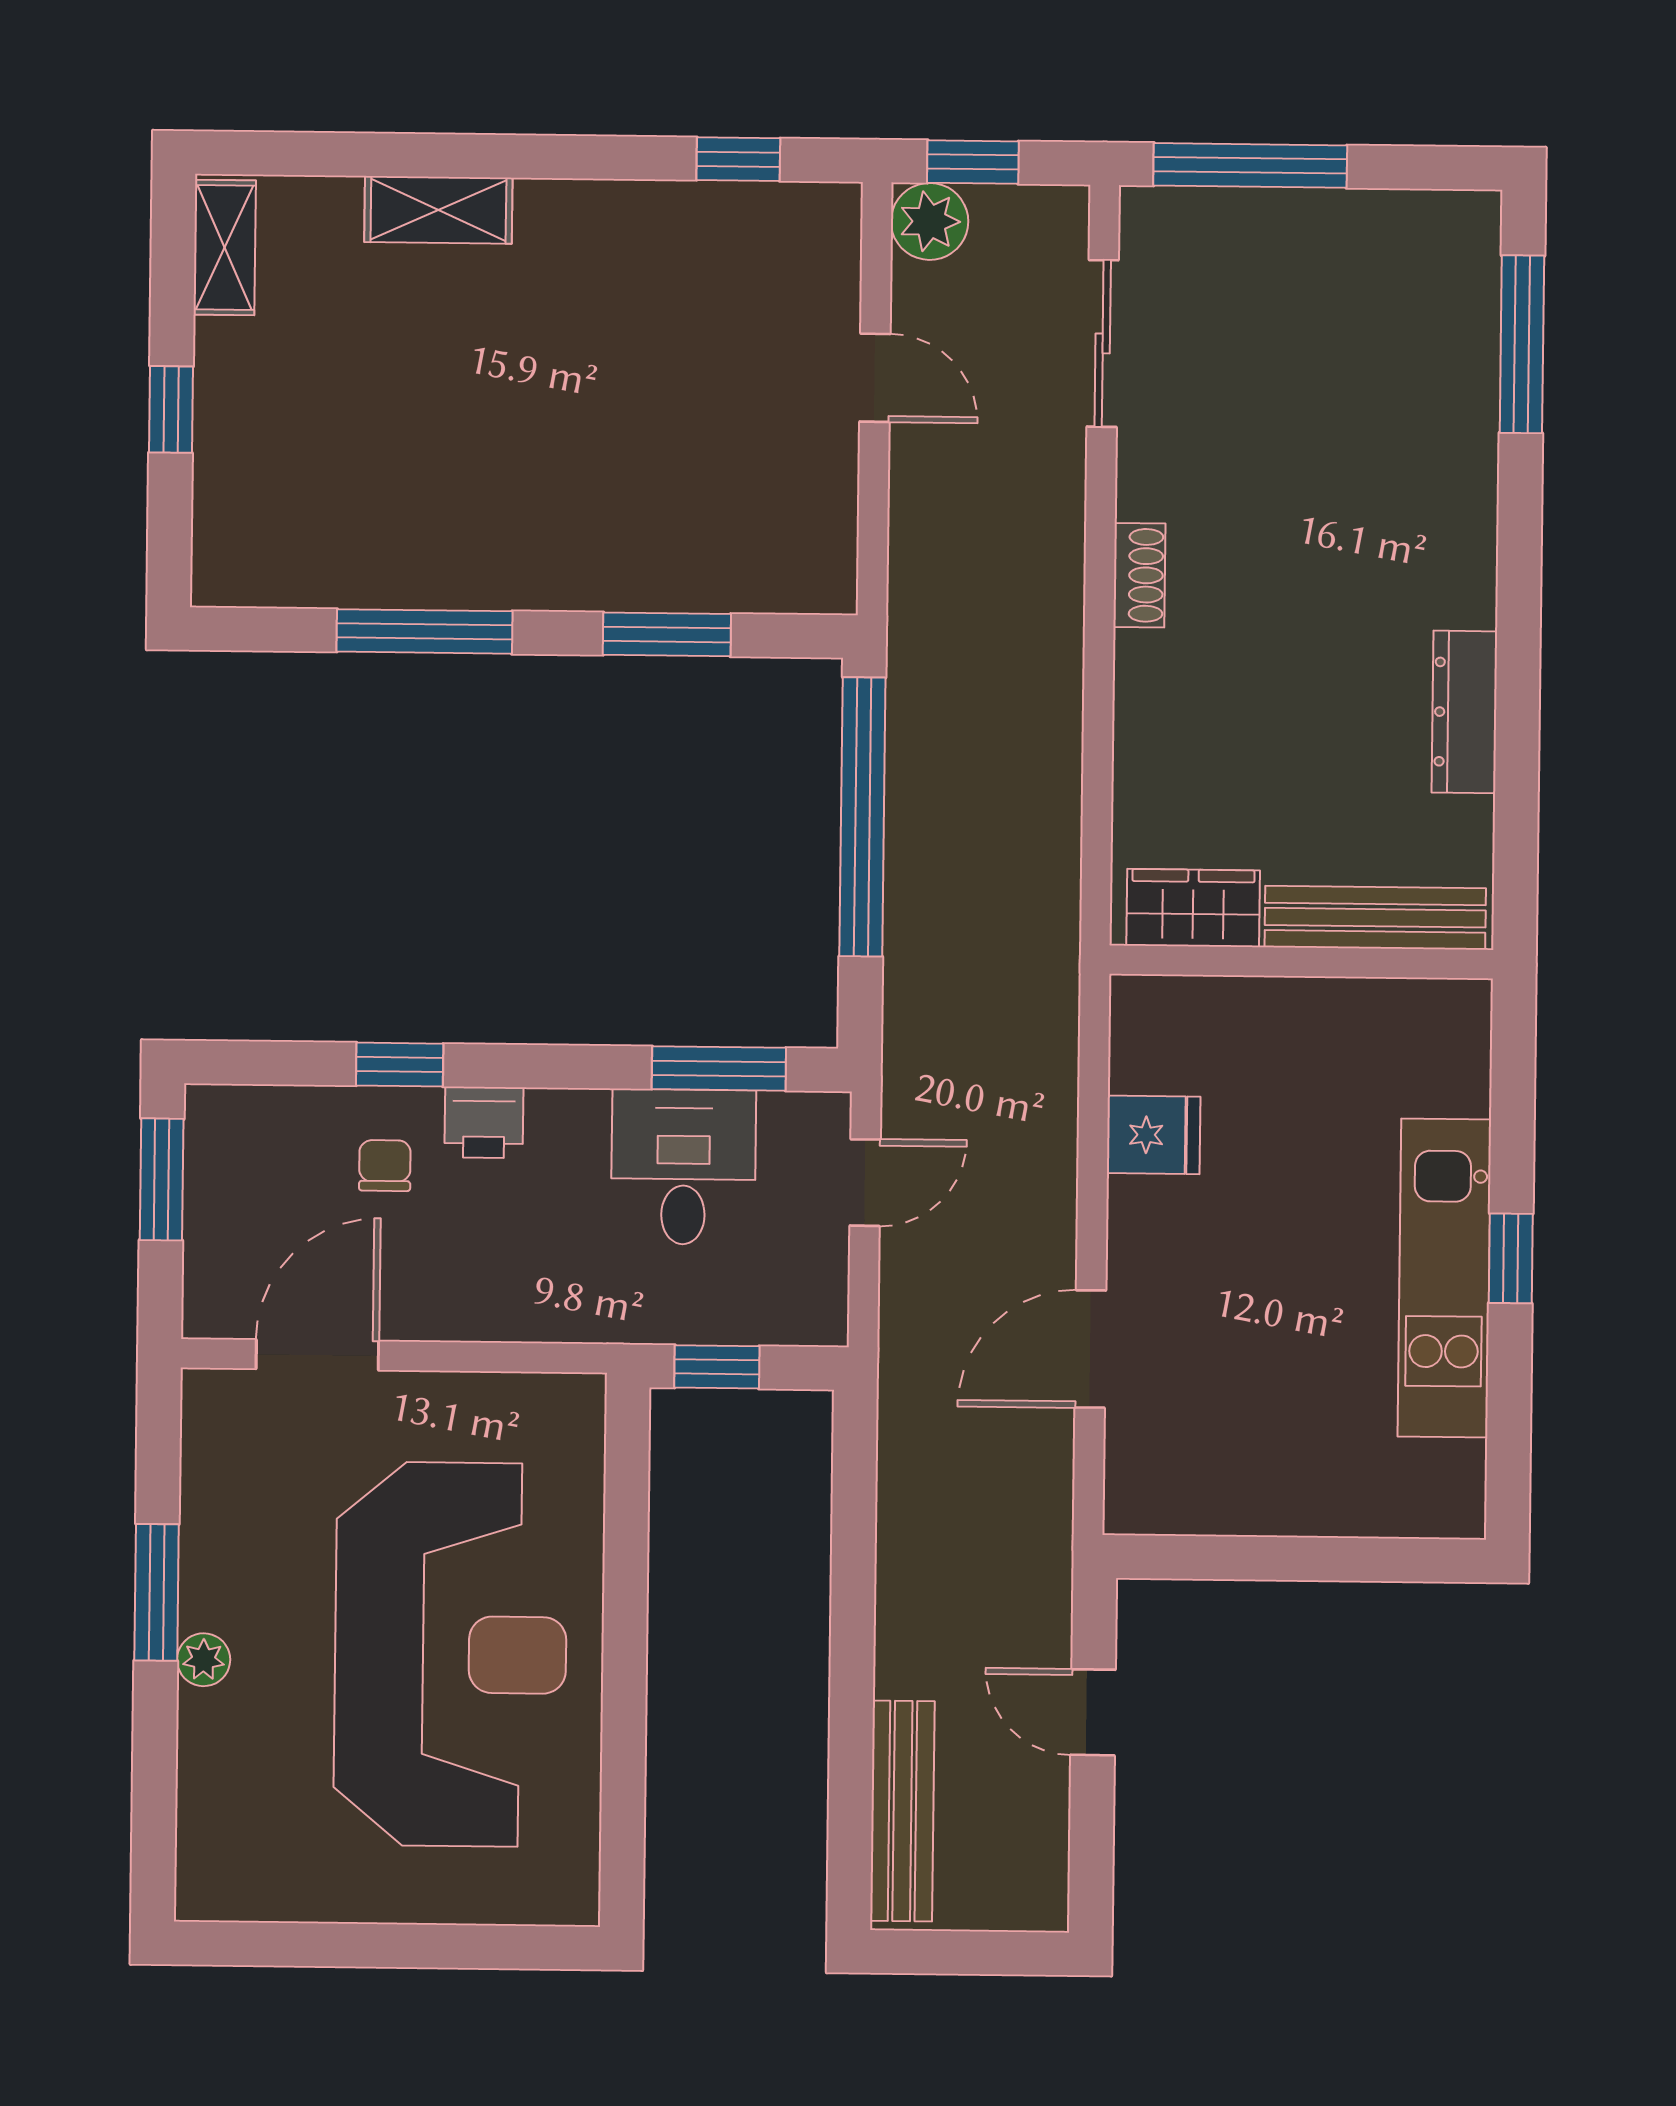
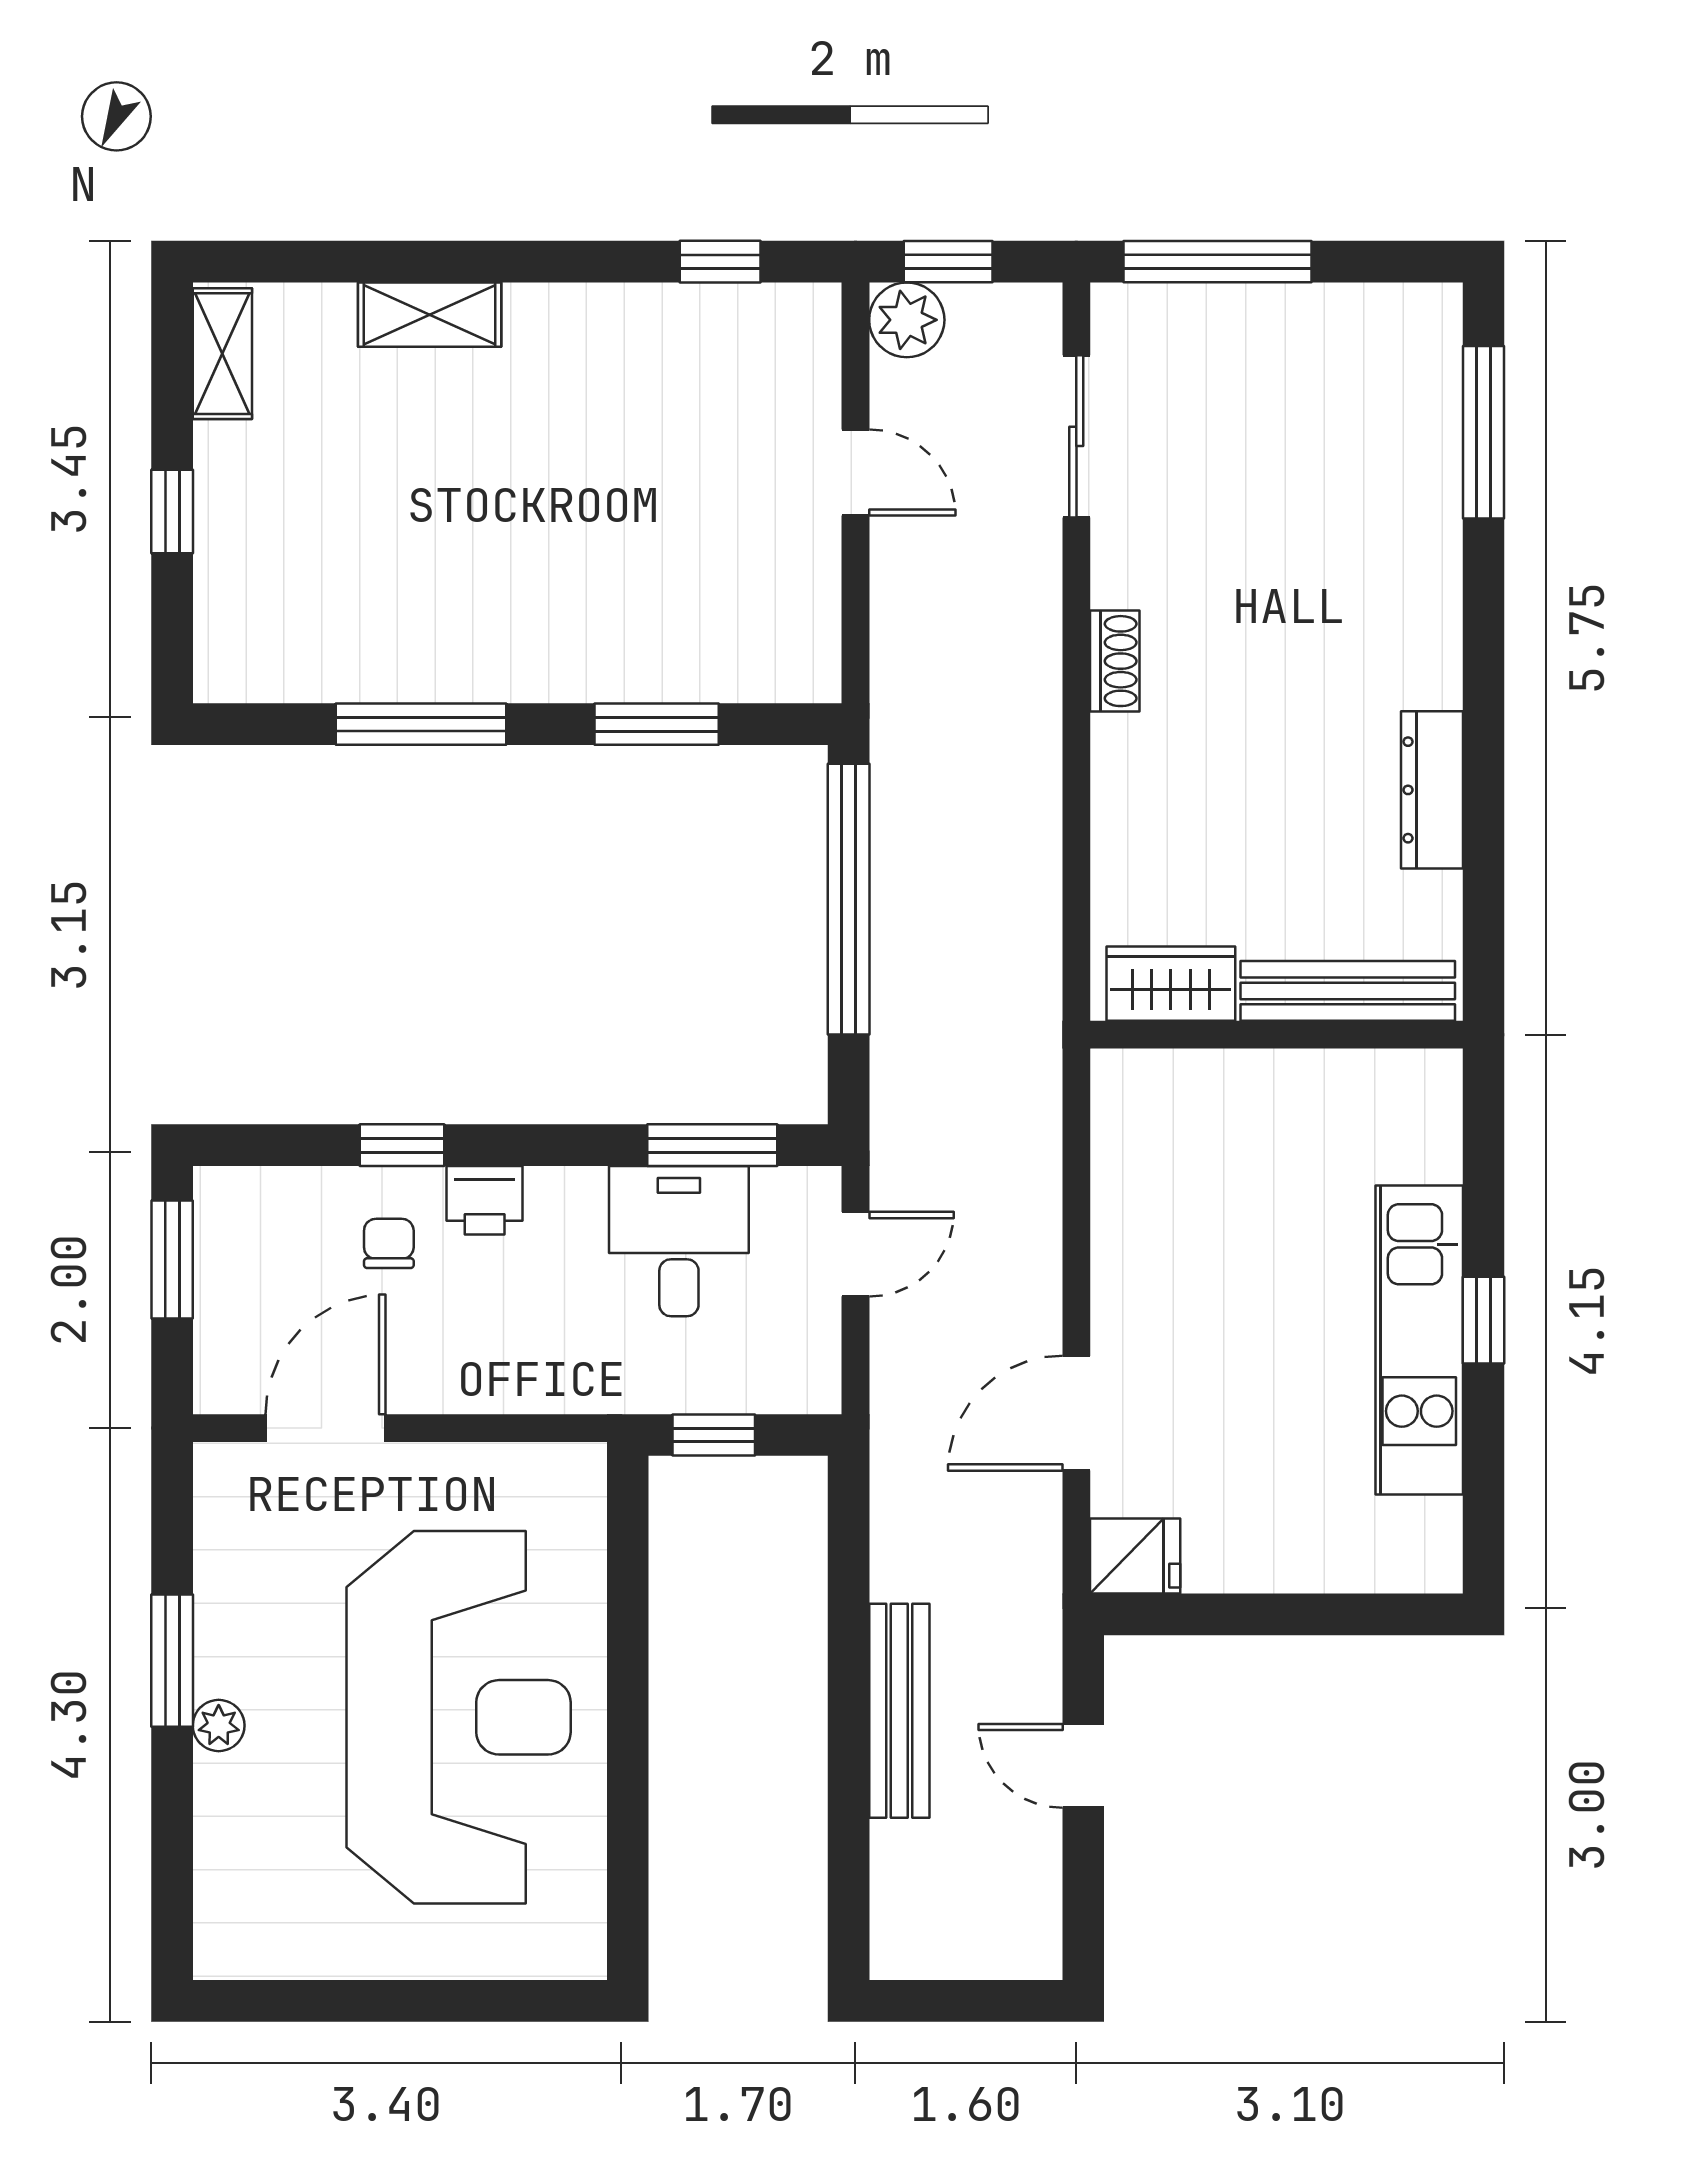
fridge: (1154, 1135) -> (1135, 1556), moved
bench: (902, 1811) -> (899, 1711), moved

